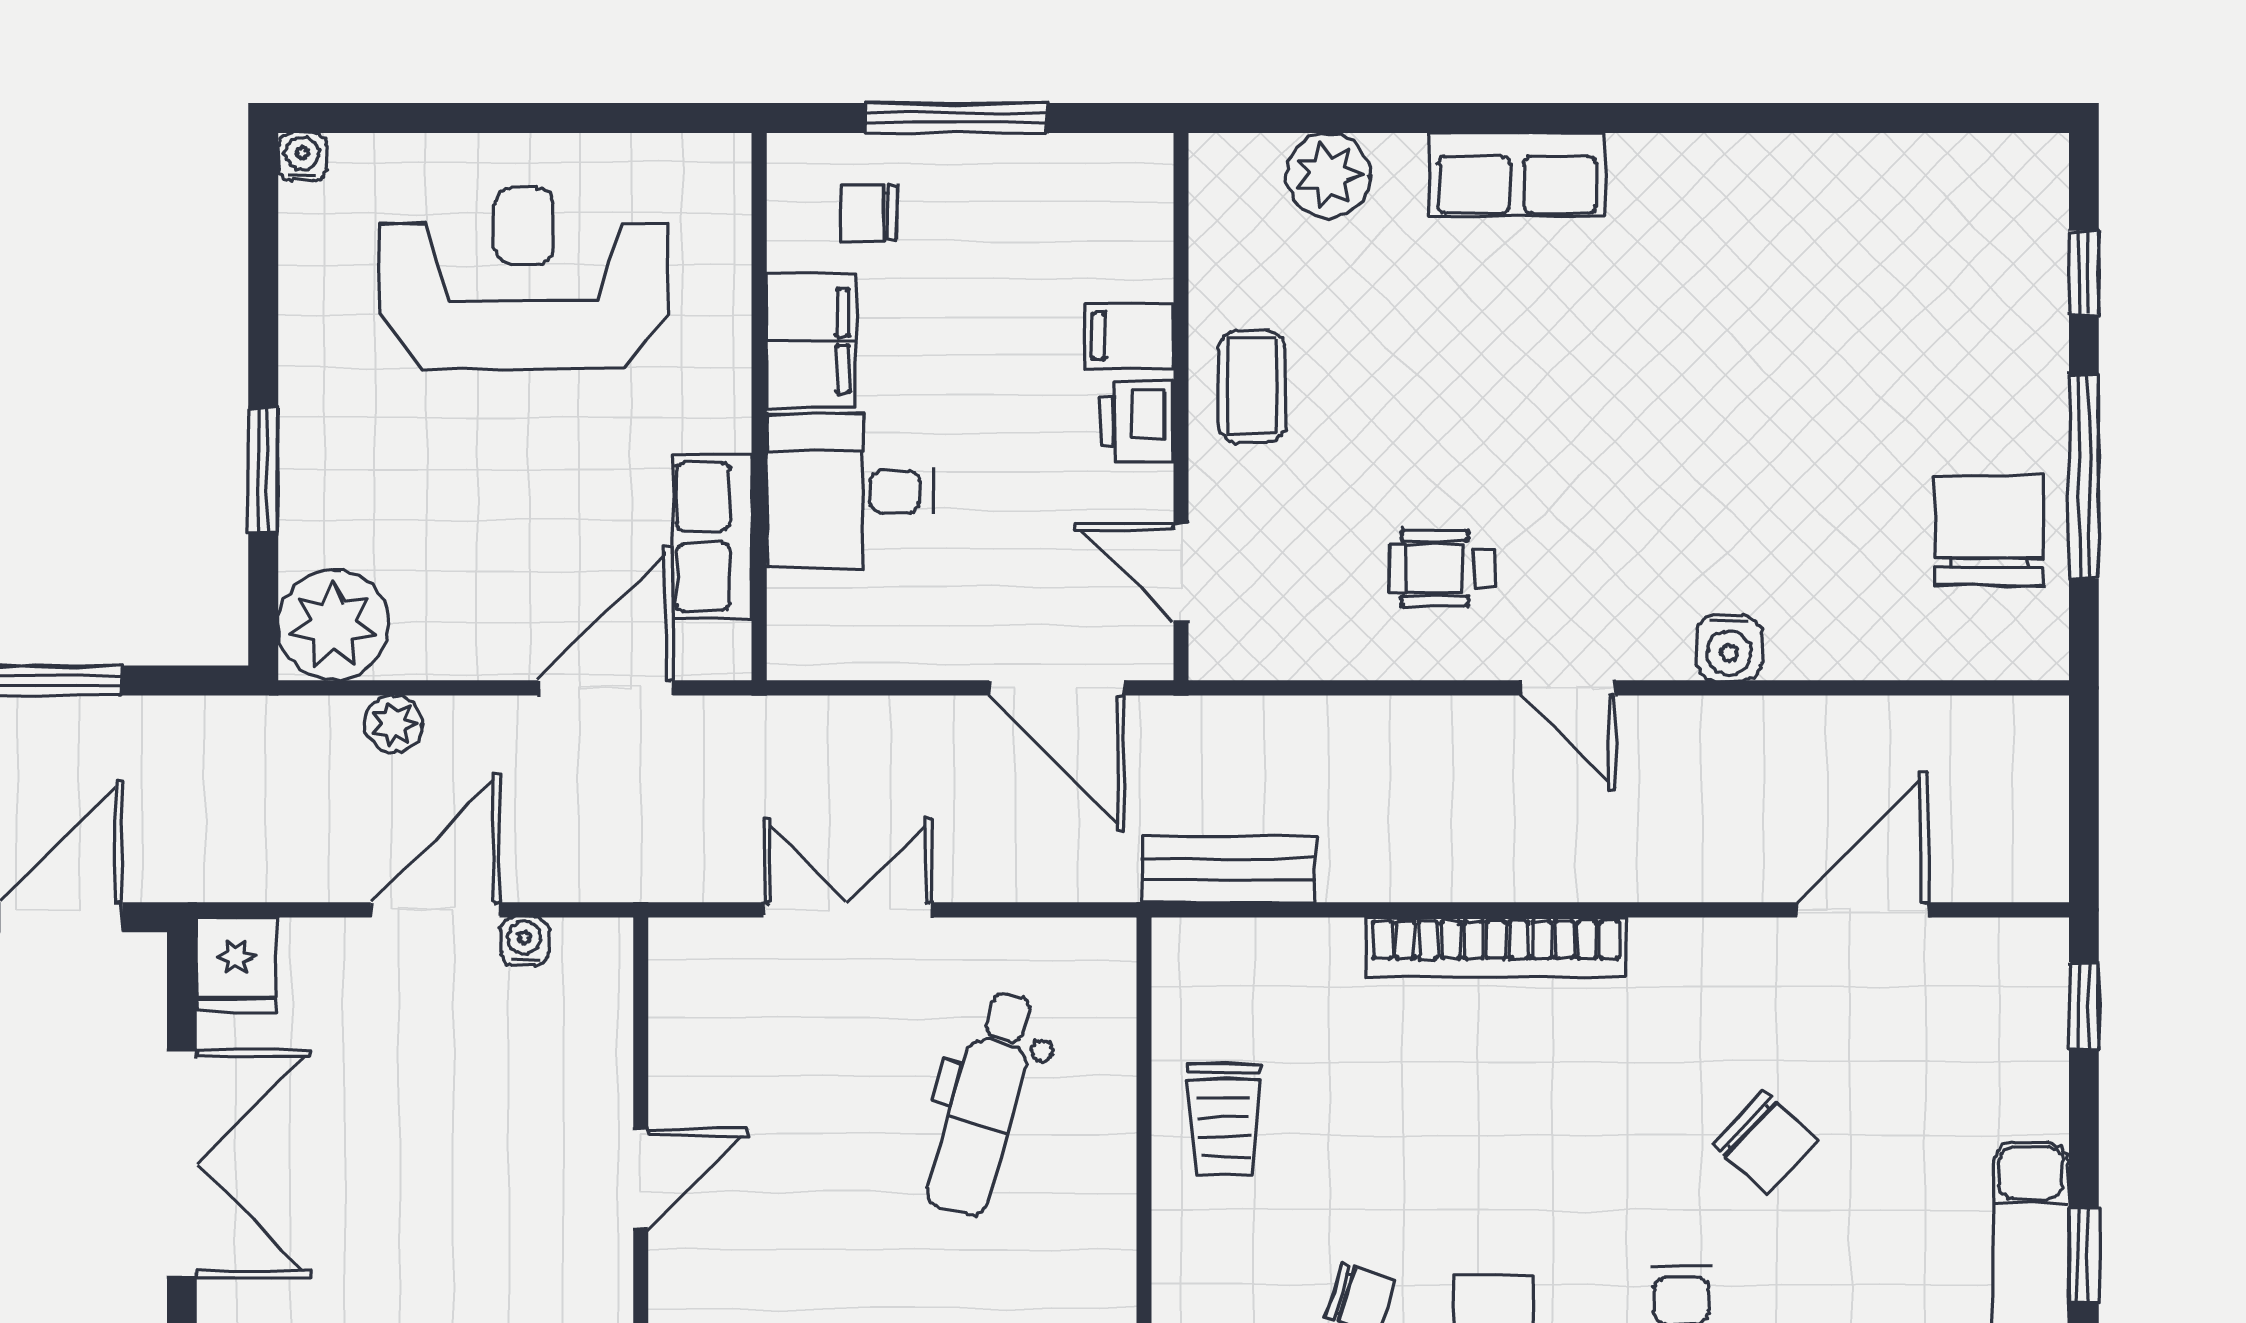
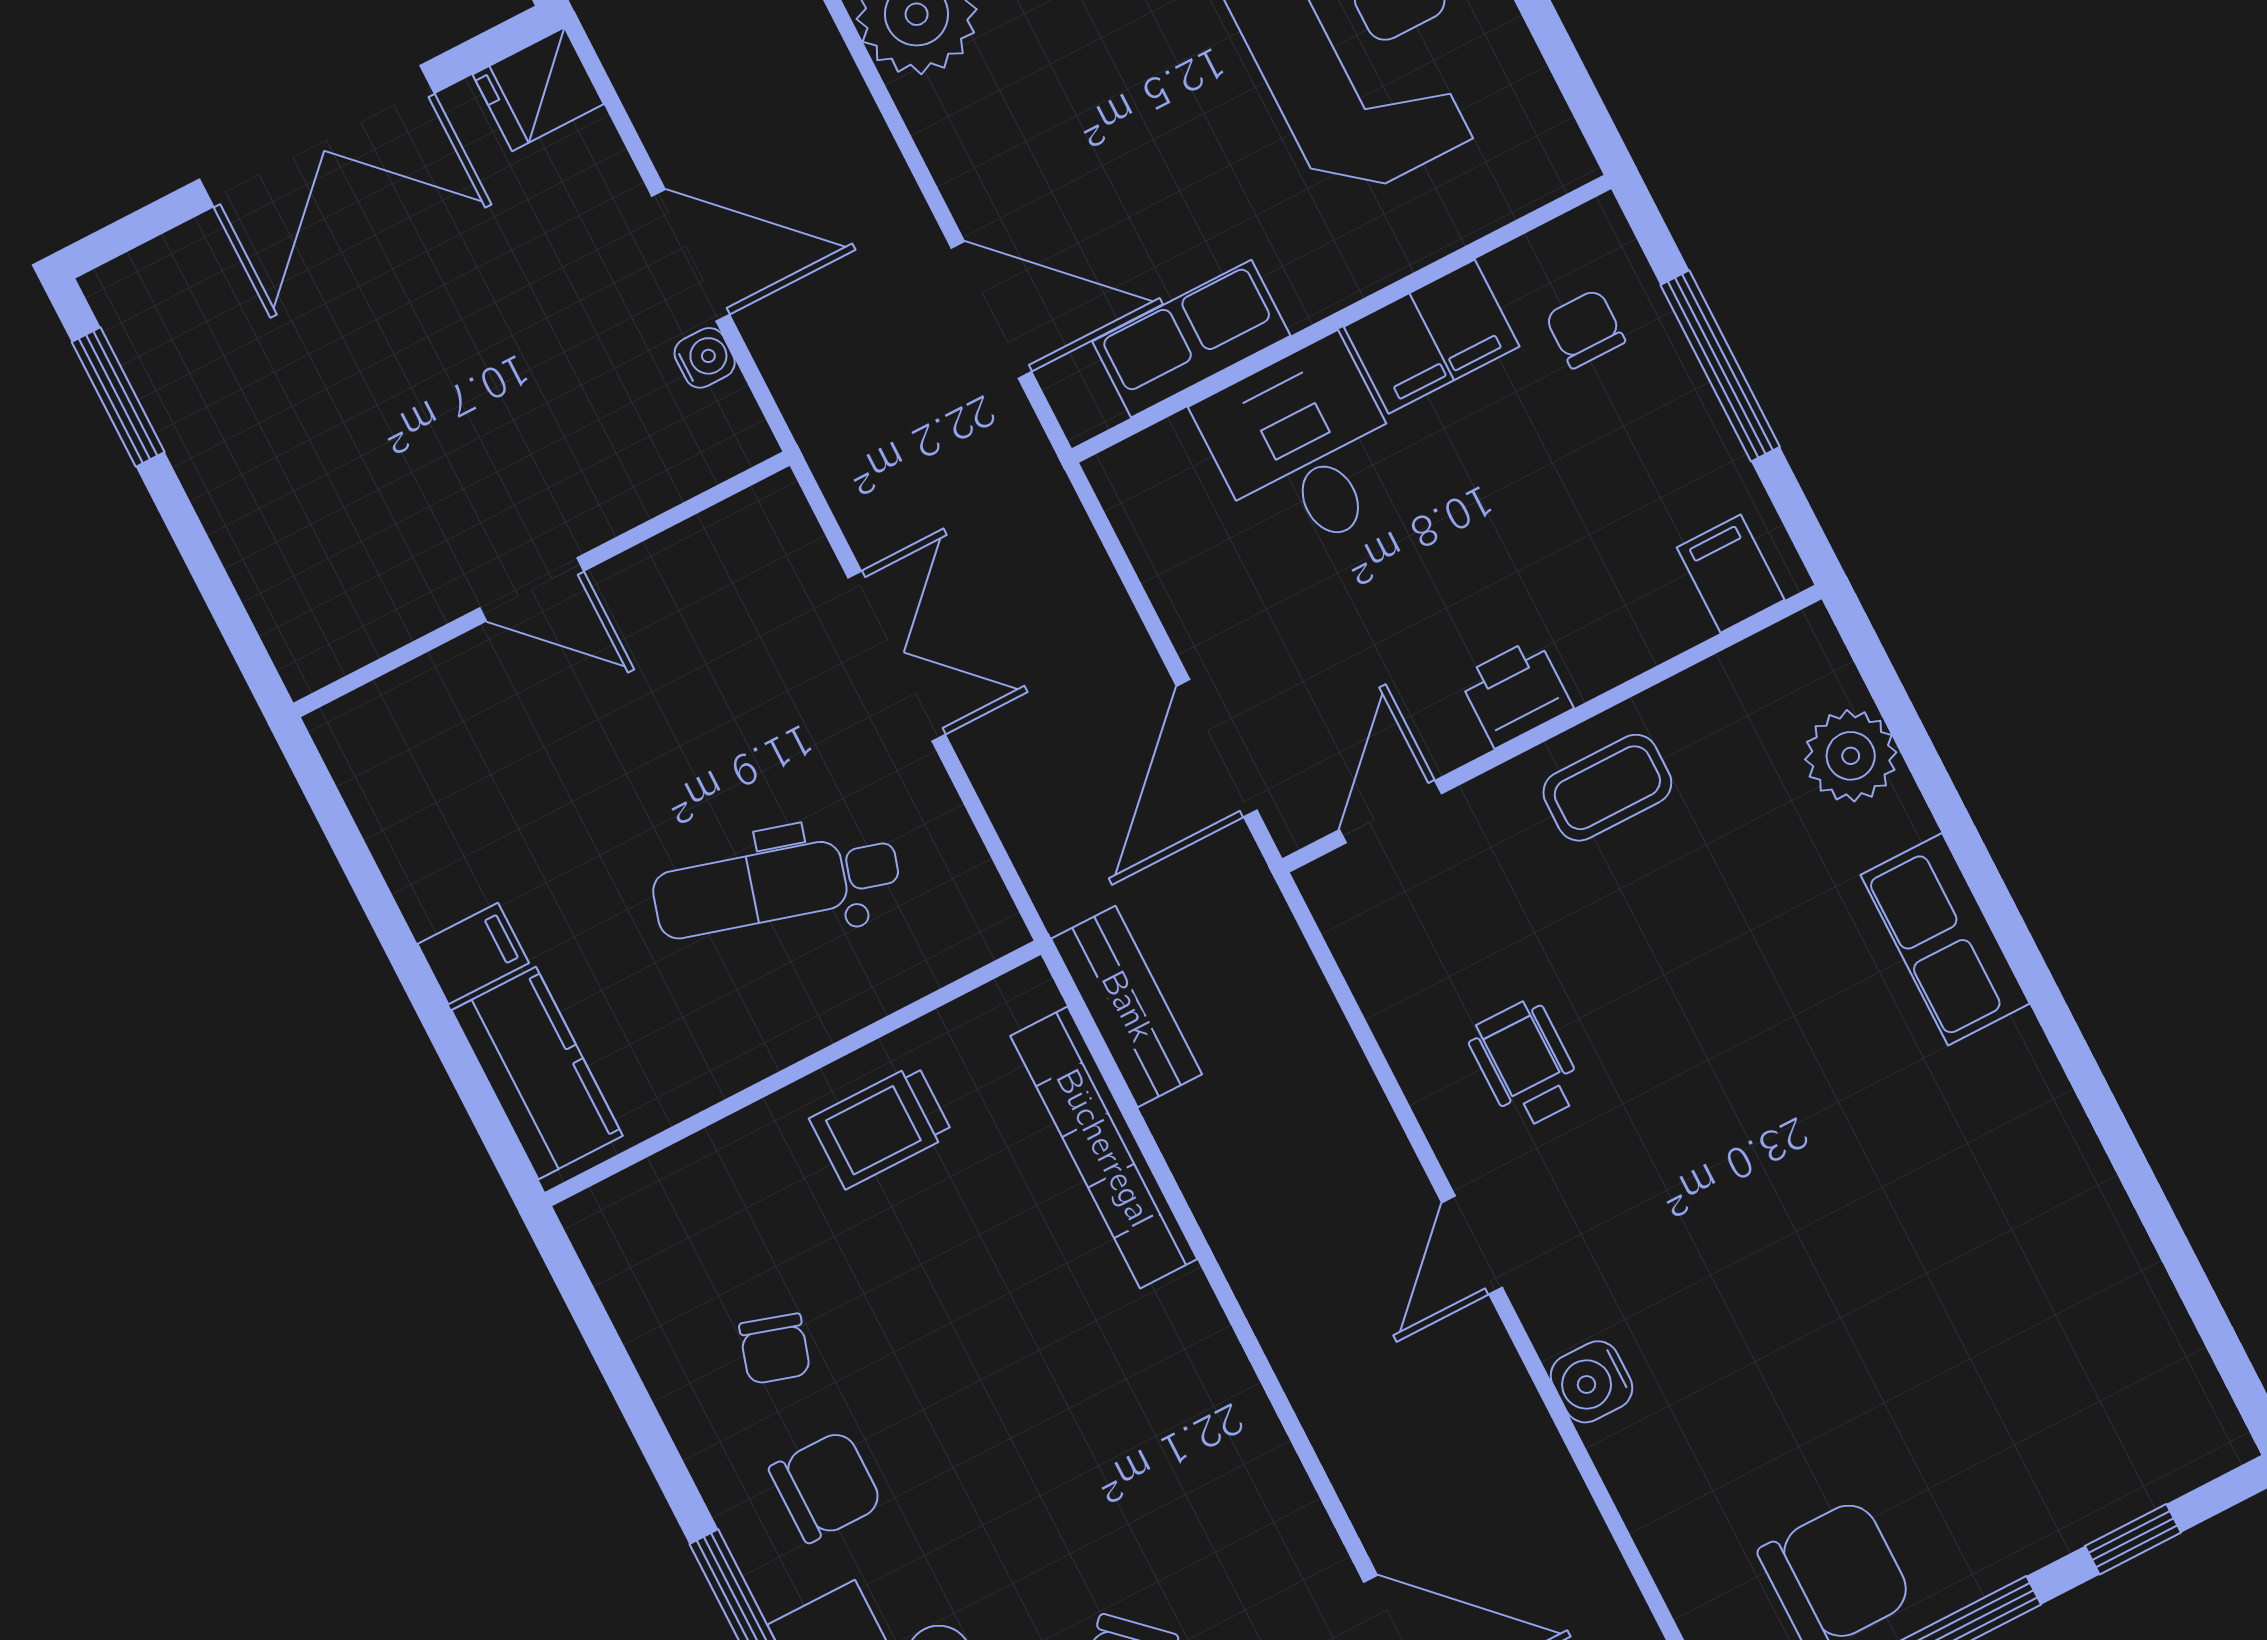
filing cabinet: (1130, 336) -> (1731, 574), moved
plant: (393, 724) -> (851, 122), removed
bookcase: (1496, 947) -> (1104, 1148), moved

